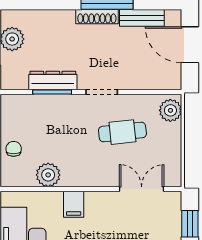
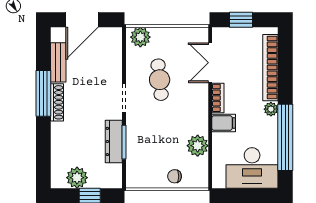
bookcase: (102, 198) -> (218, 98), added

